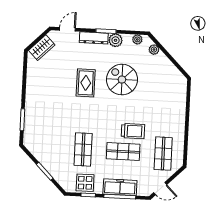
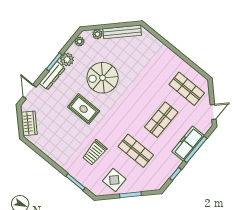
bench: (170, 68) -> (122, 32), added
trolley: (133, 131) -> (95, 153), moved, turned 180
display table: (85, 183) -> (114, 180), moved

